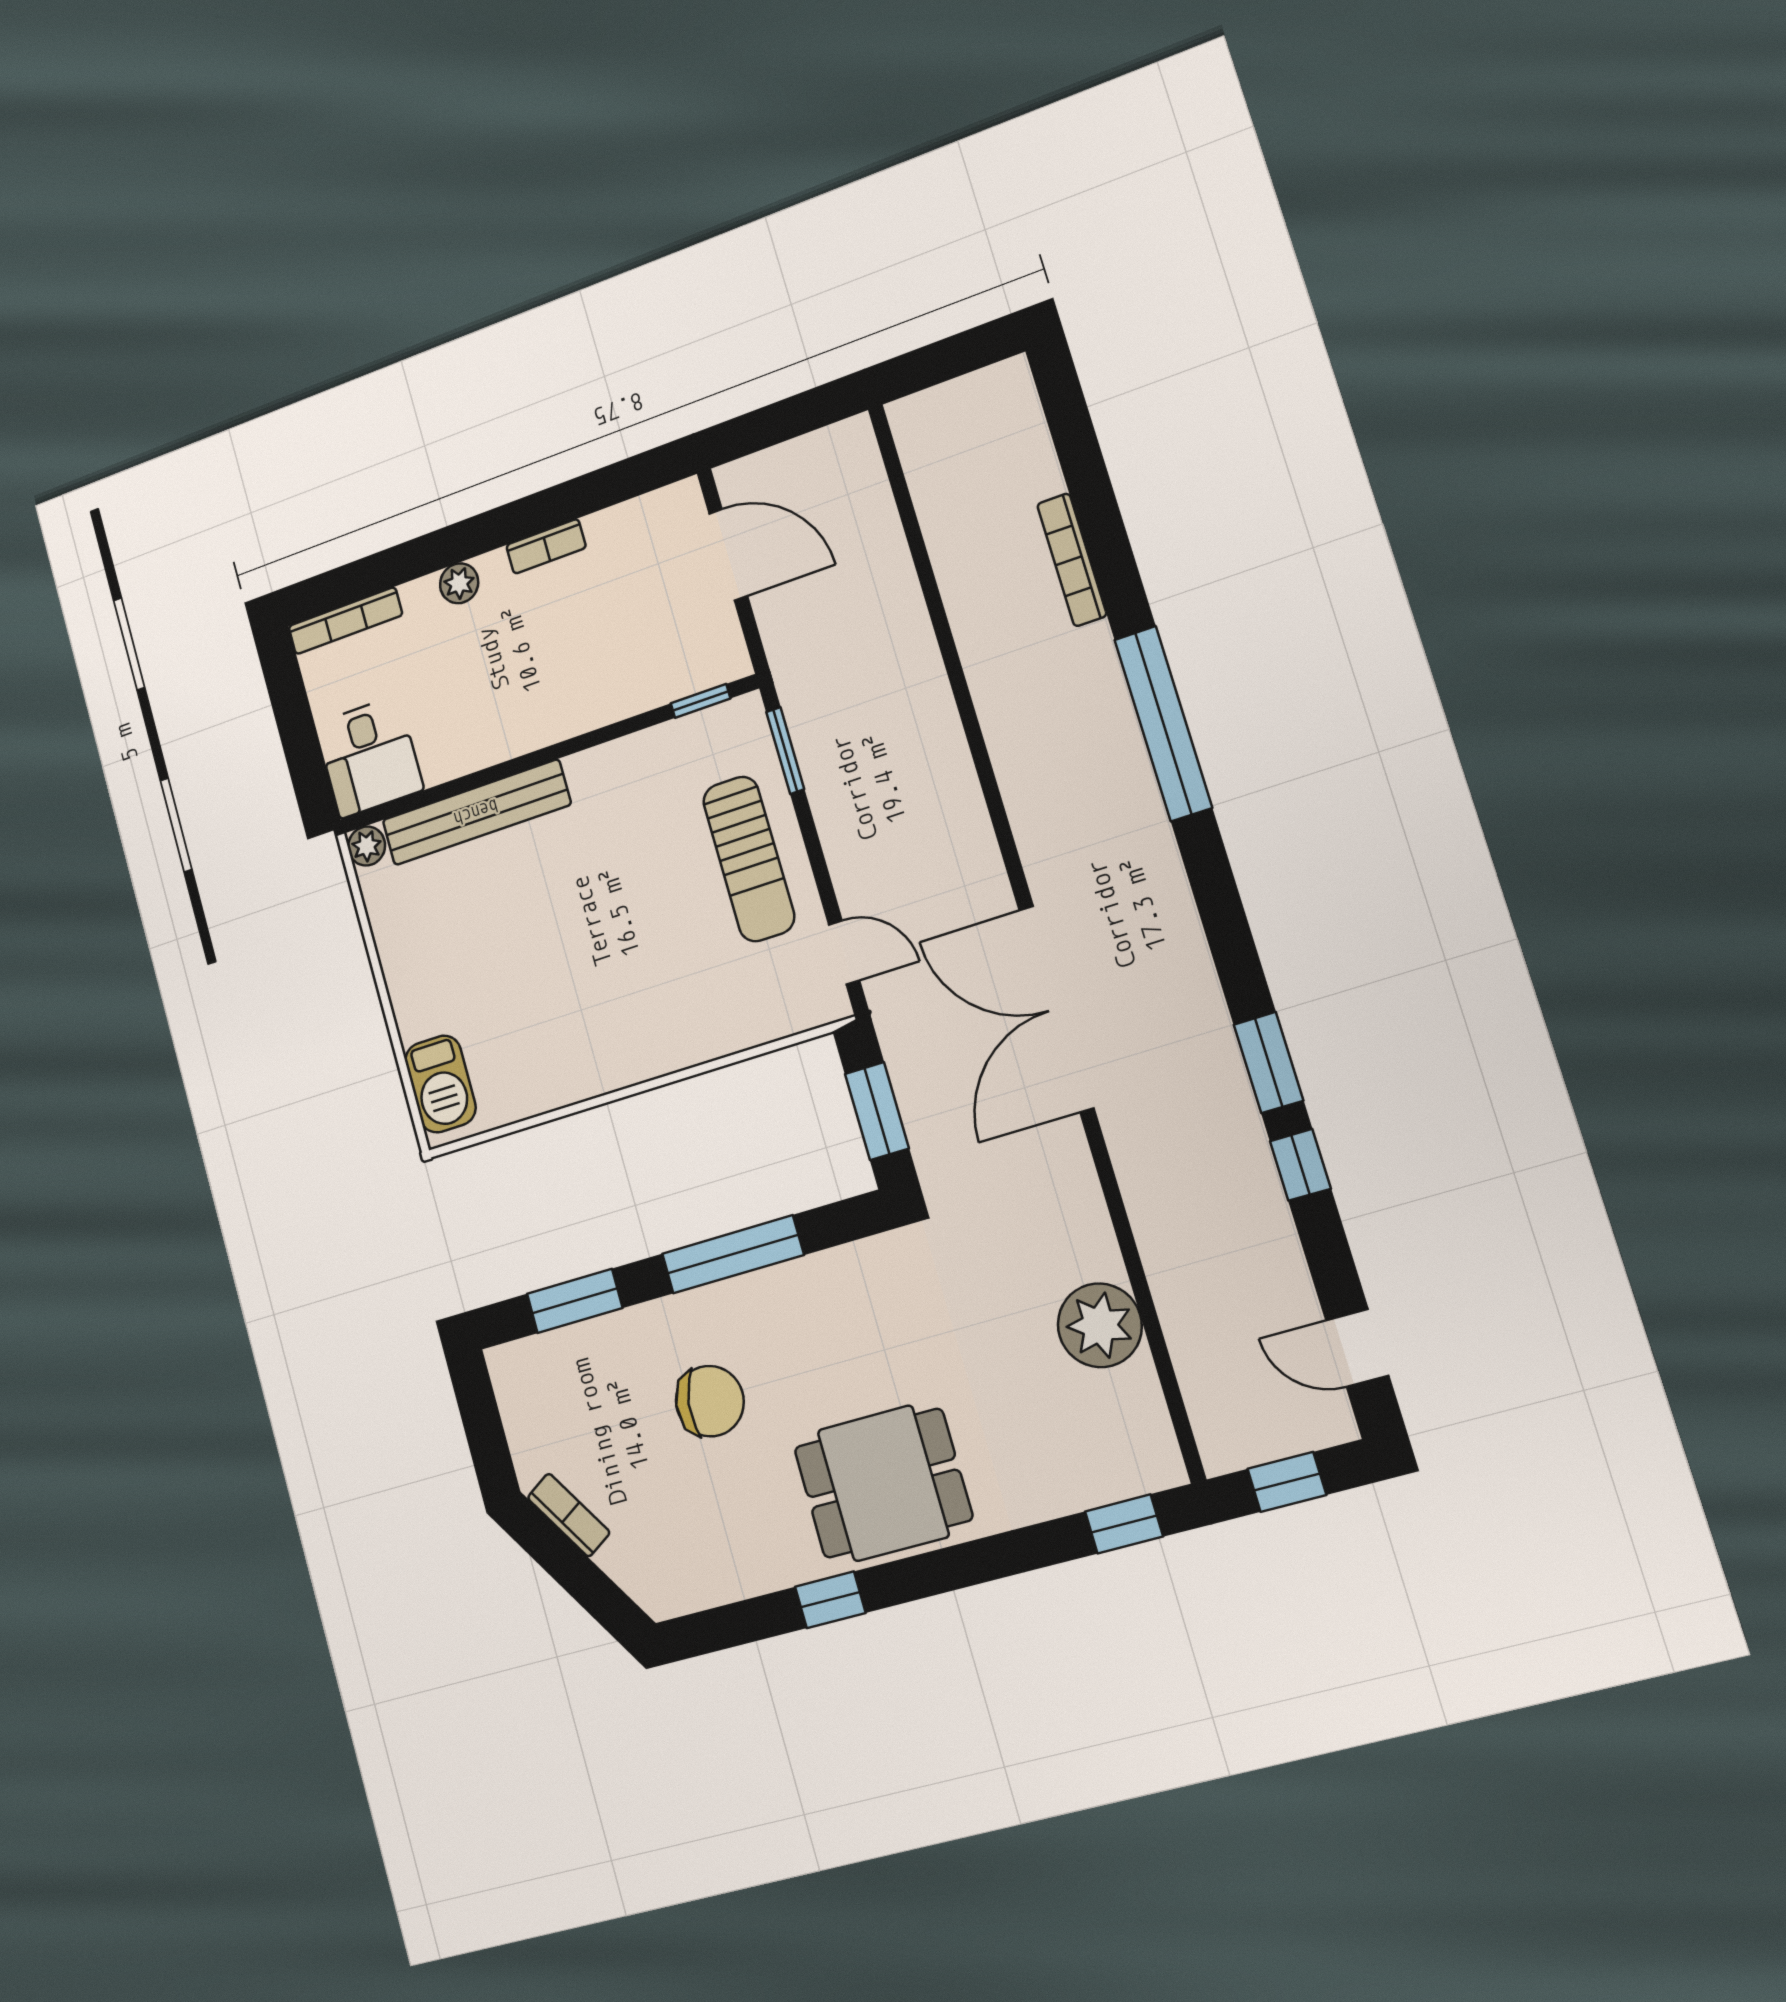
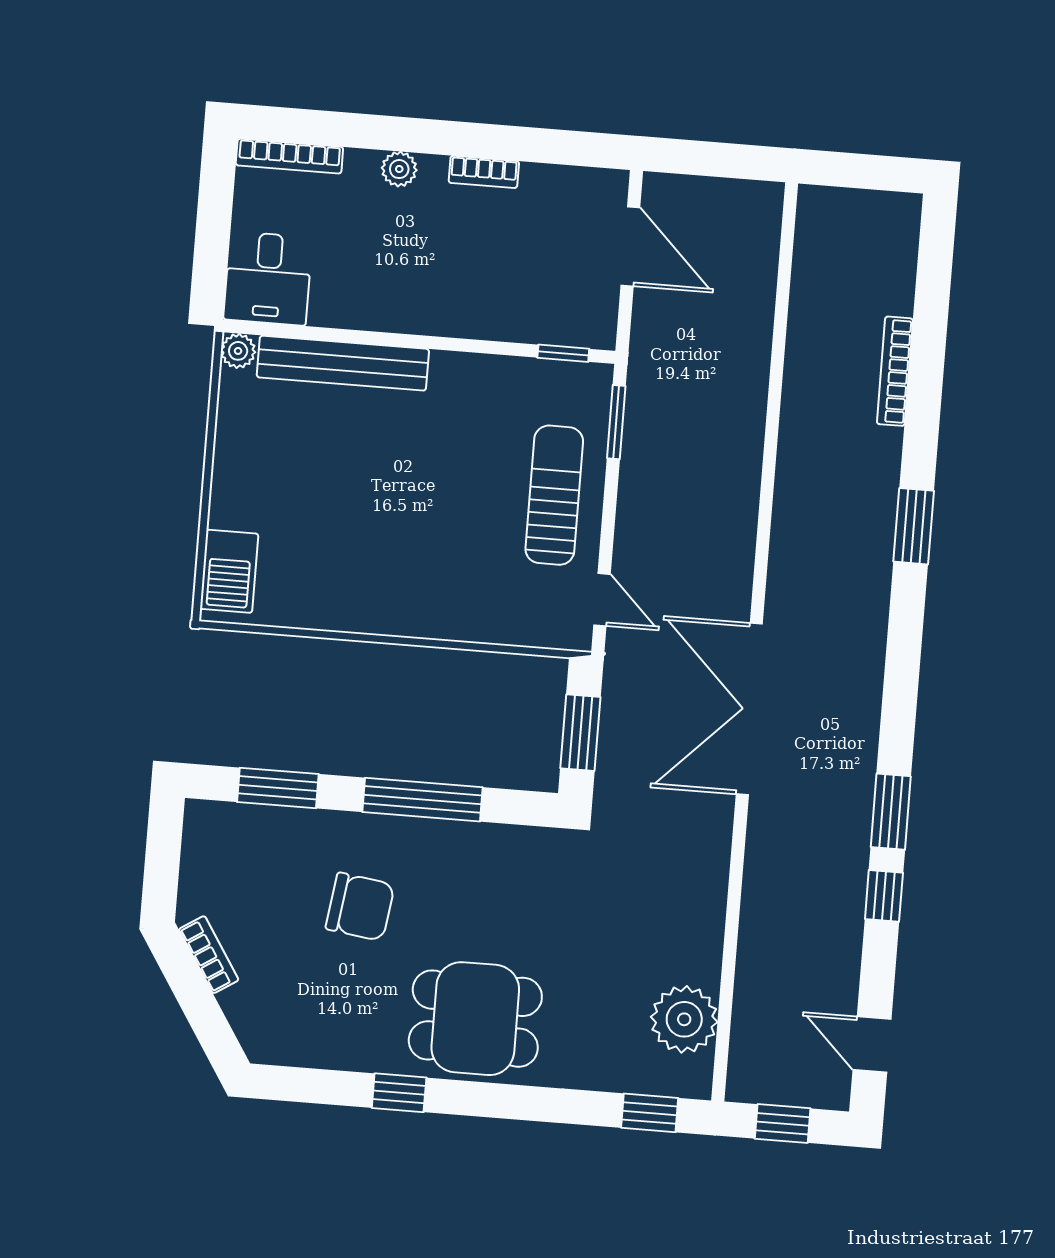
window: (1163, 724) -> (914, 526), width x0.47
sun lounger: (749, 859) -> (554, 495), turned 180
plant: (1100, 1325) -> (684, 1019), moved

